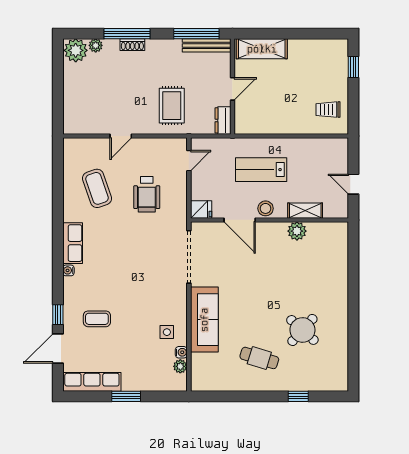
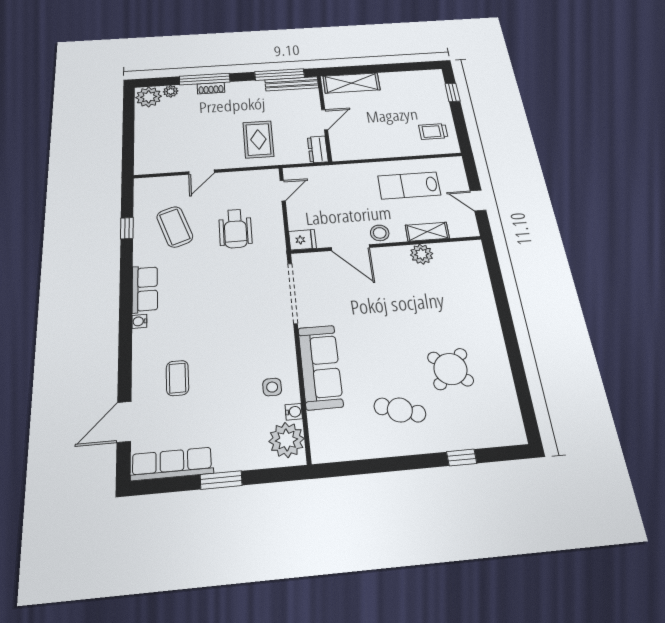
lab bench: (261, 170) -> (409, 186), moved
window: (58, 315) -> (127, 228), moved
coffee table: (97, 319) -> (177, 378), turned 90
plant: (180, 366) -> (287, 440), width x1.87, depth x1.87

